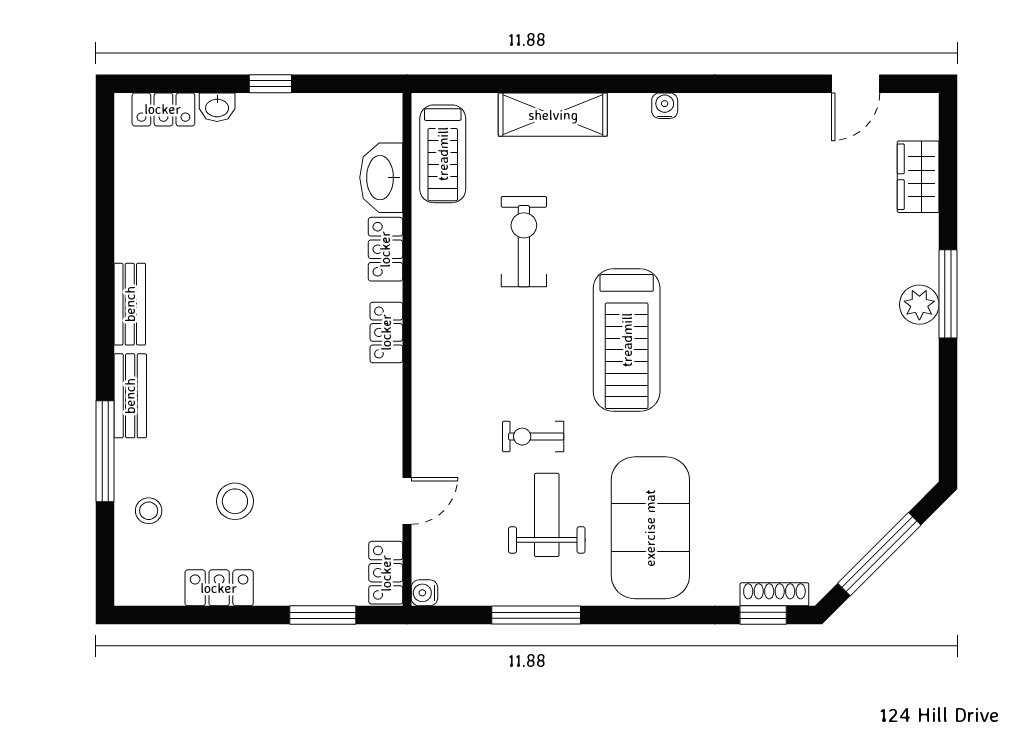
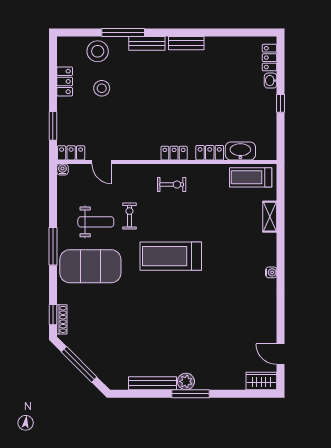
shelving: (553, 115) -> (270, 217), width x0.67, depth x0.75
wardrobe: (918, 177) -> (261, 381), moved
exercise bike: (524, 242) -> (172, 185), moved, width x0.73, depth x0.72
bench: (923, 383) -> (152, 383), added
stool: (149, 511) -> (98, 51), width x1.89, depth x1.89
window: (536, 615) -> (53, 246), moved

